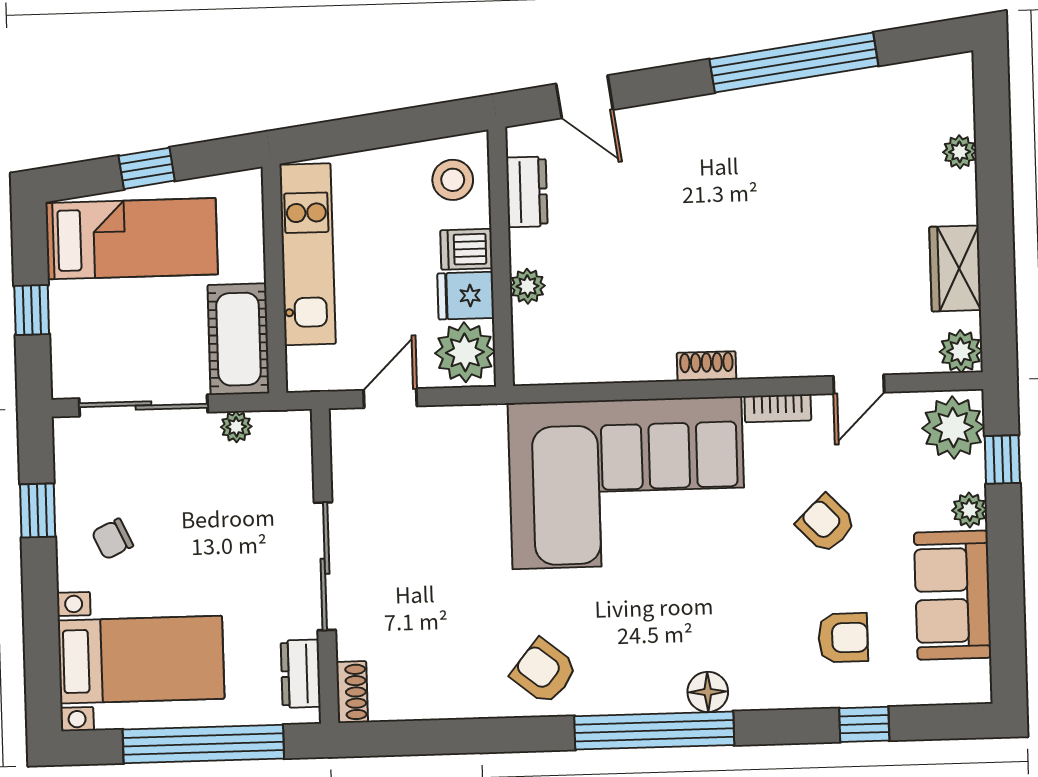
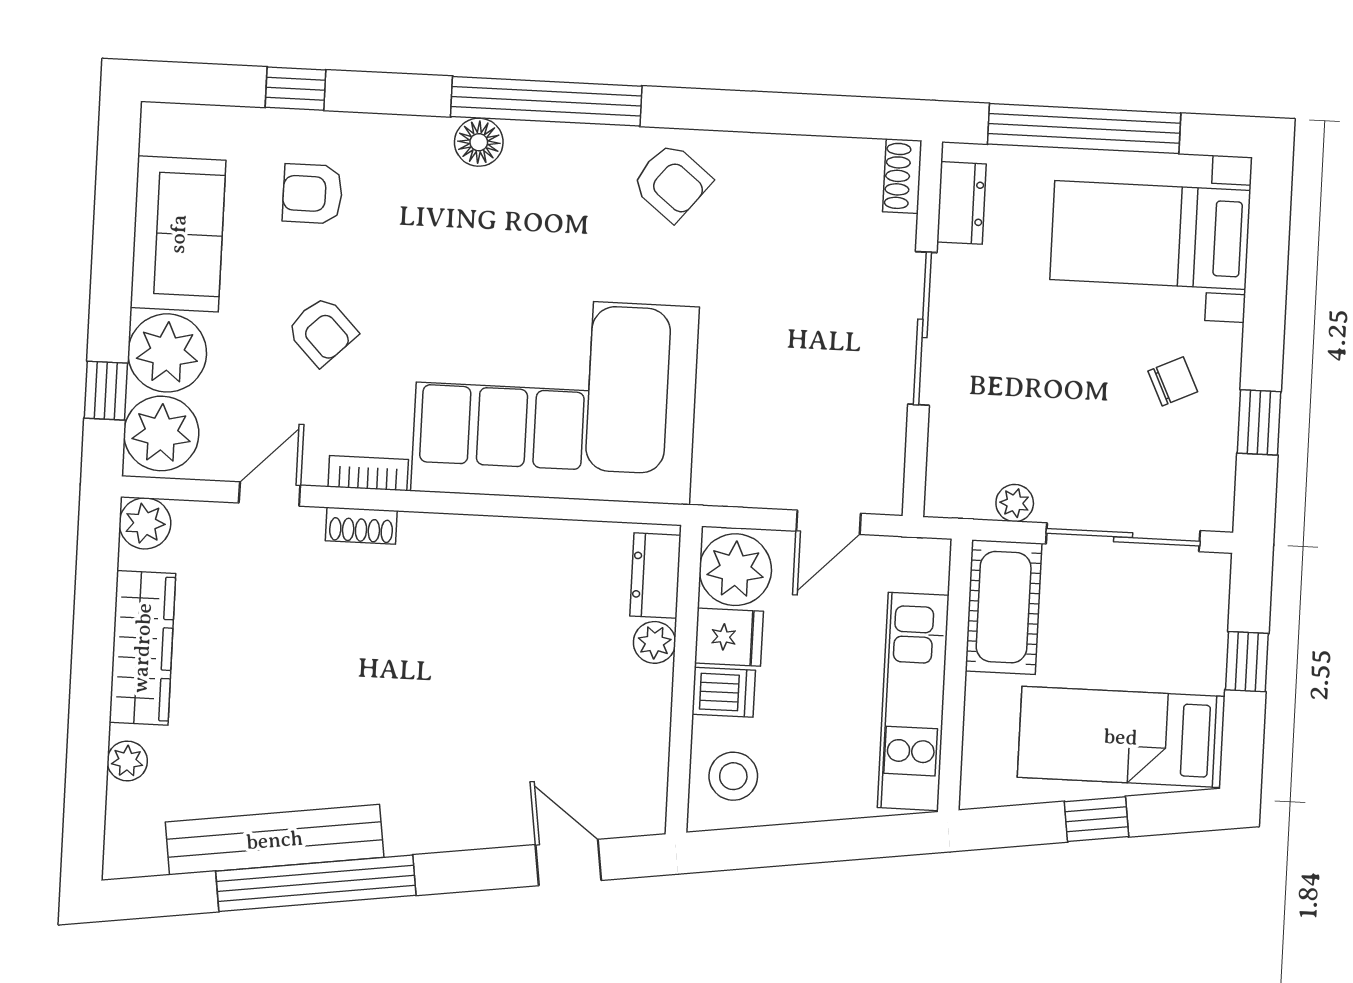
bench: (831, 96) -> (275, 840), added
dresser: (527, 192) -> (655, 576), moved
wardrobe: (955, 268) -> (142, 648), width x1.50
shoe rack: (707, 366) -> (361, 526), moved
plant: (969, 510) -> (167, 353), width x1.87, depth x1.87

